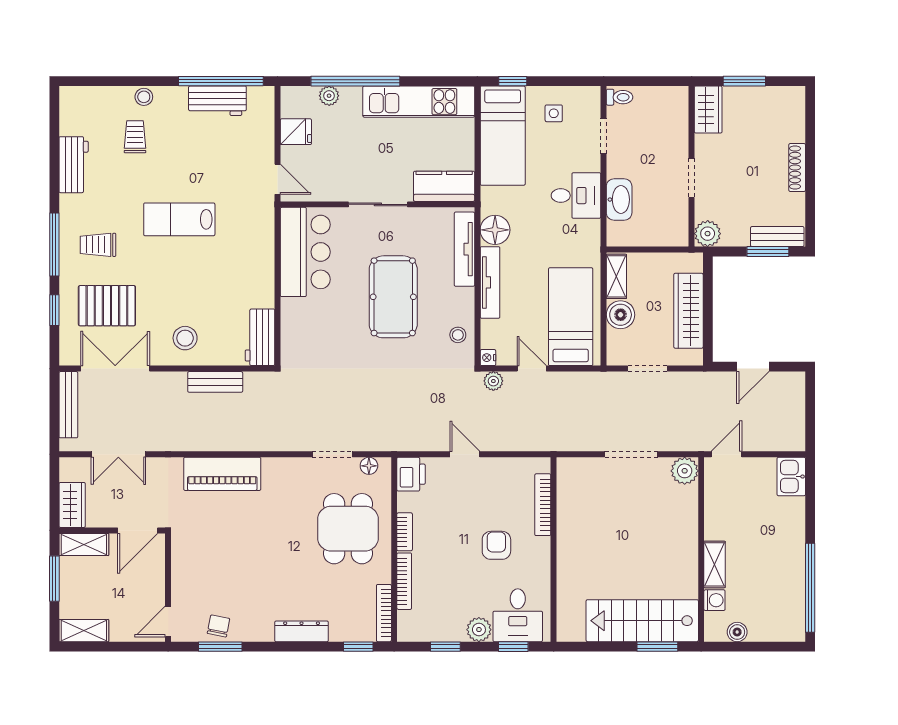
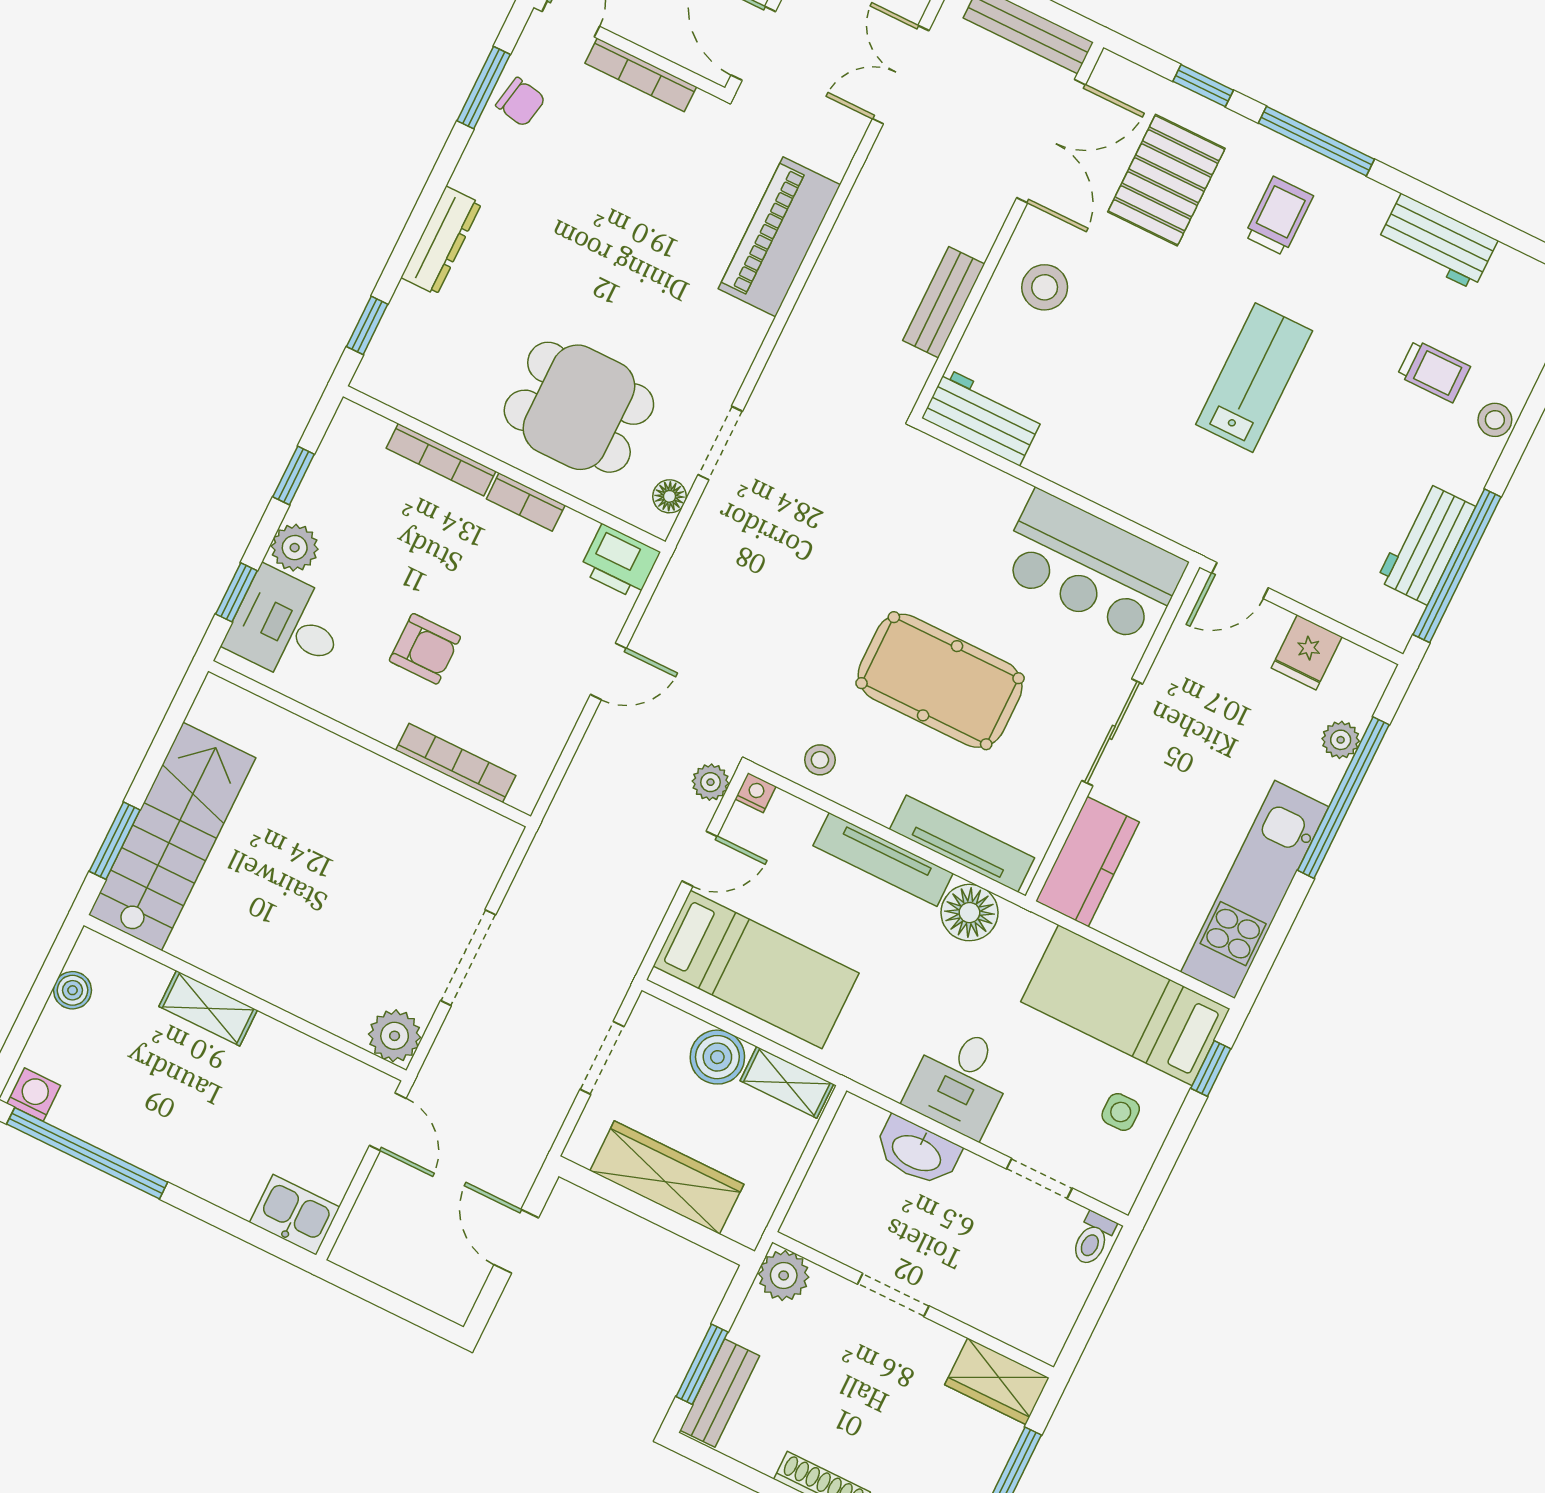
washing machine: (714, 600) -> (34, 1095), moved, turned 180
bookcase: (384, 613) -> (641, 75), moved, turned 180

